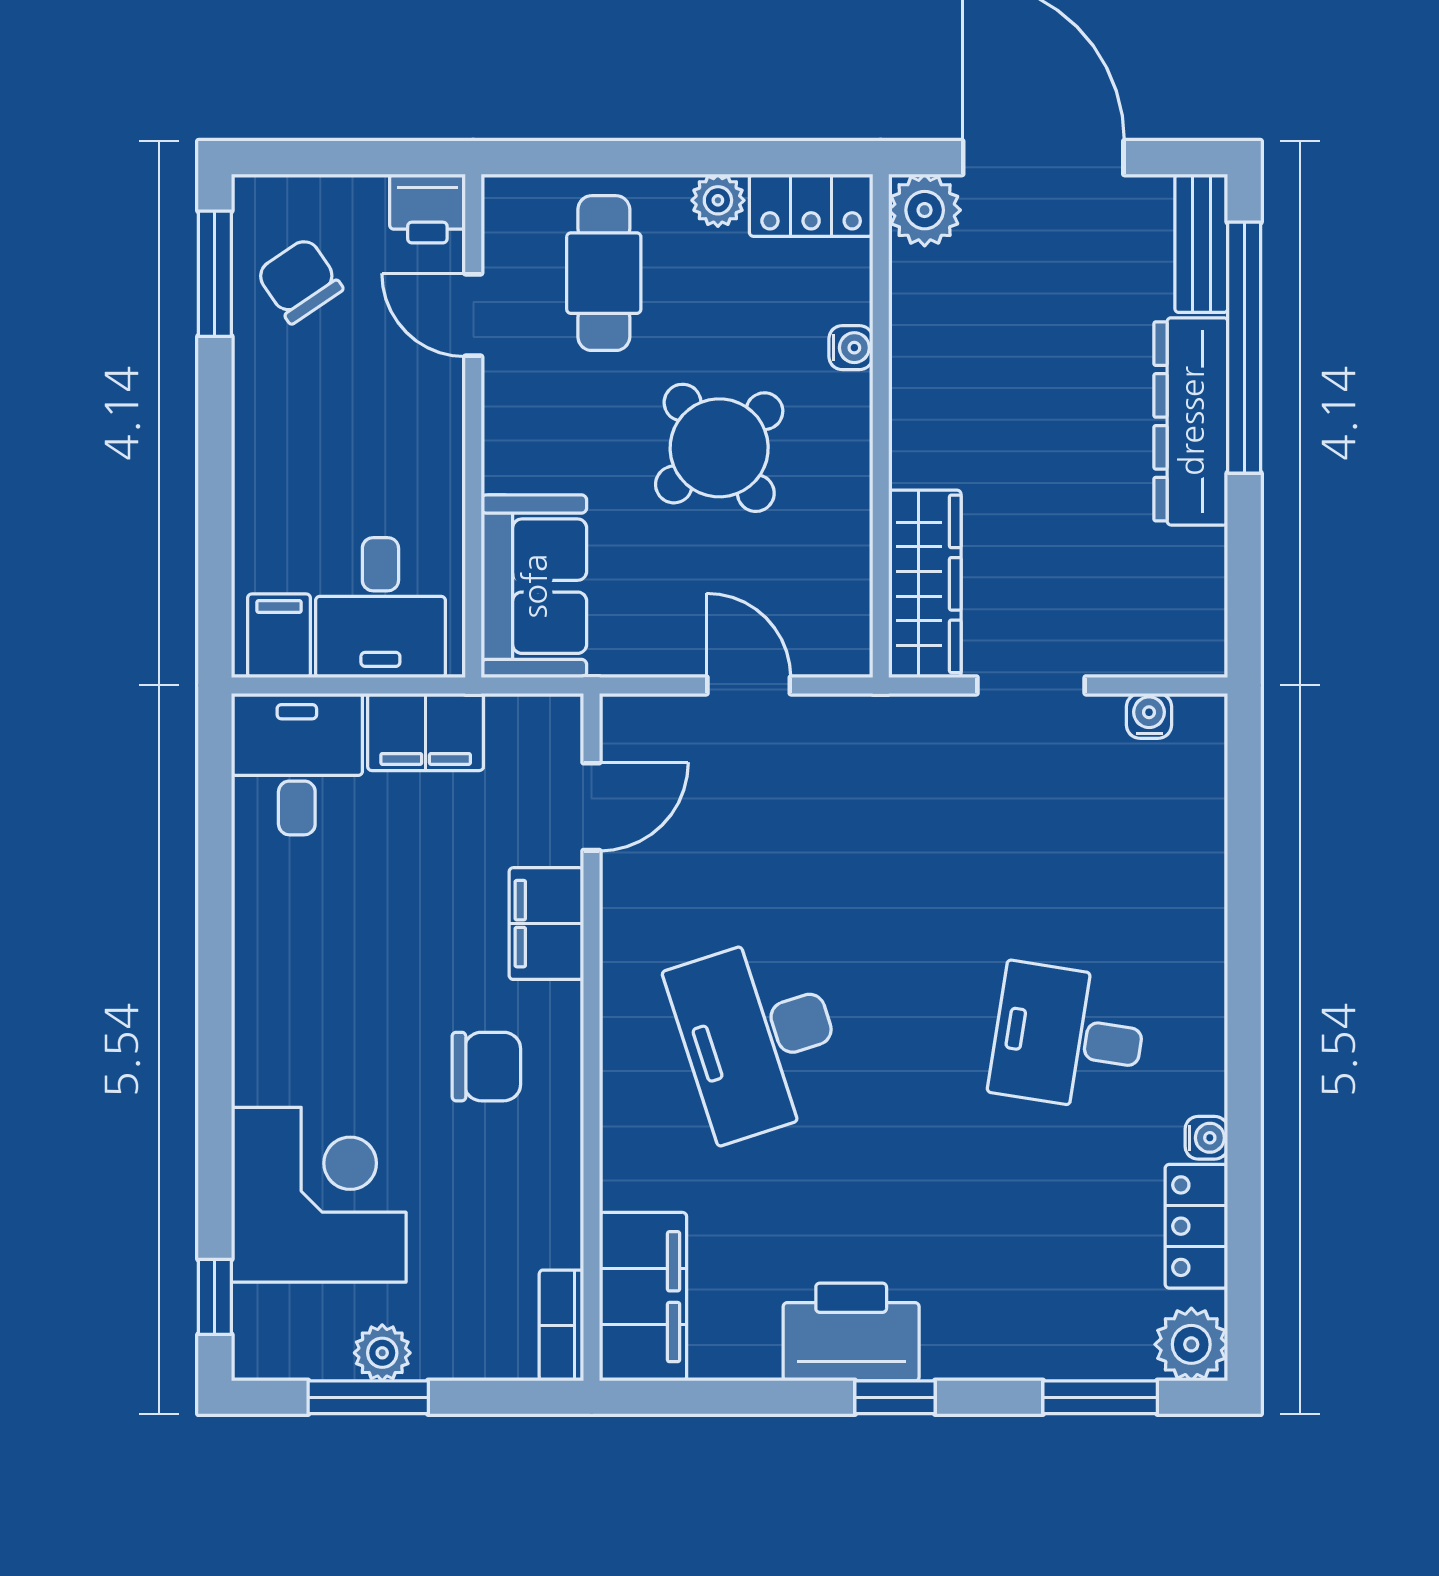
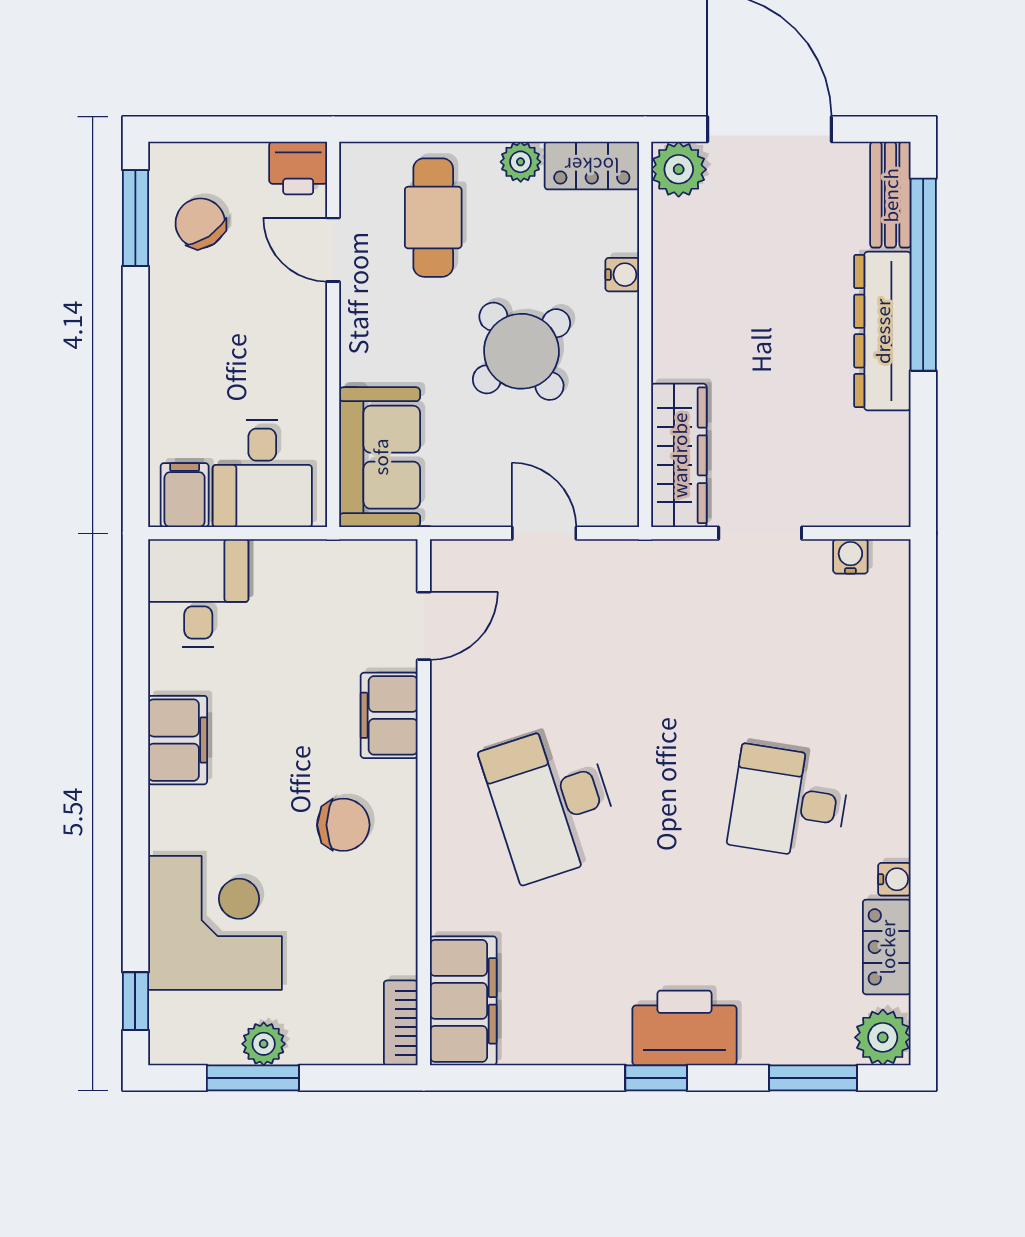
filing cabinet: (426, 732) -> (178, 740), moved, turned -90
printer: (851, 1332) -> (684, 1028), moved

